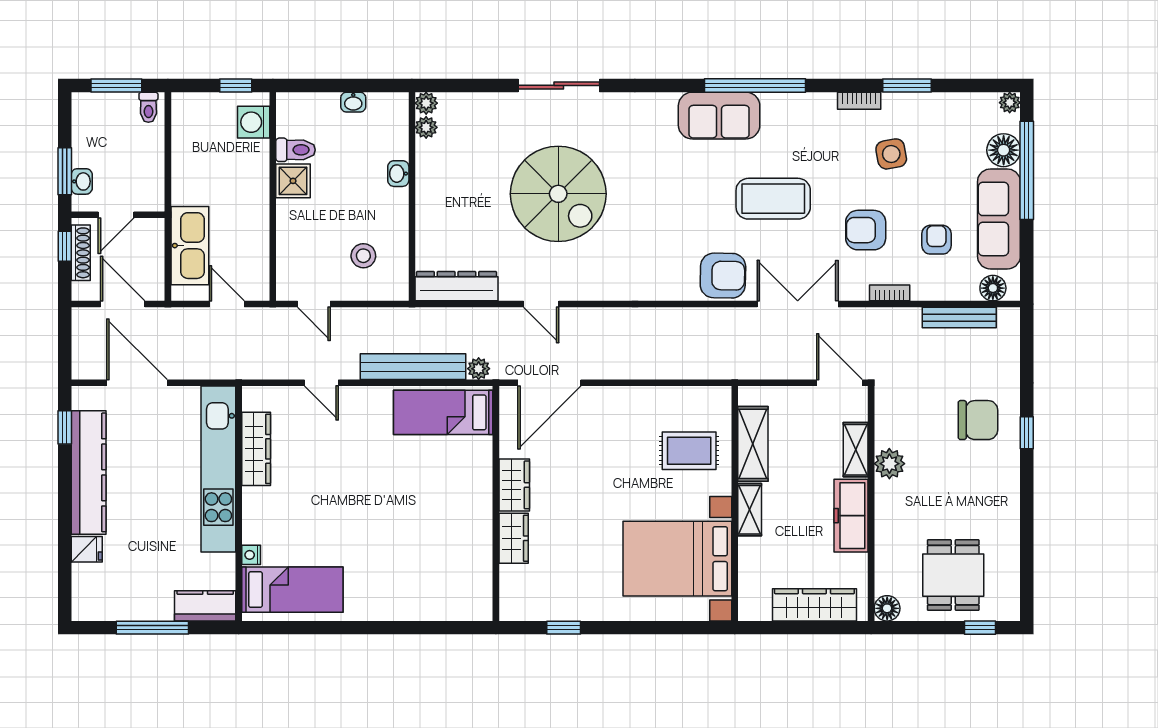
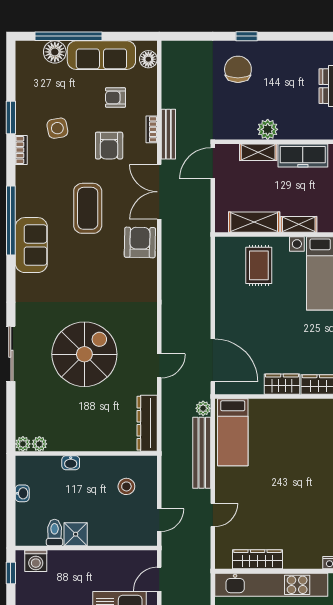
plant: (1010, 103) -> (22, 48), removed
bench: (959, 318) -> (168, 134), moved

